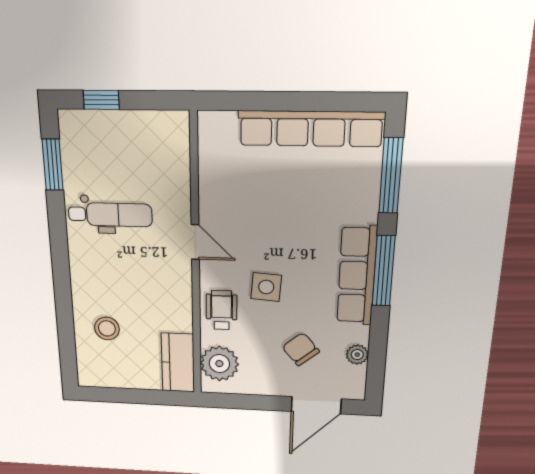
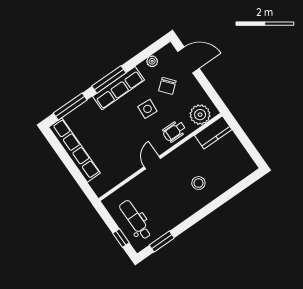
dental chair: (110, 215) -> (135, 220), moved
side table: (266, 287) -> (147, 109), moved
stool: (107, 328) -> (198, 183), moved

